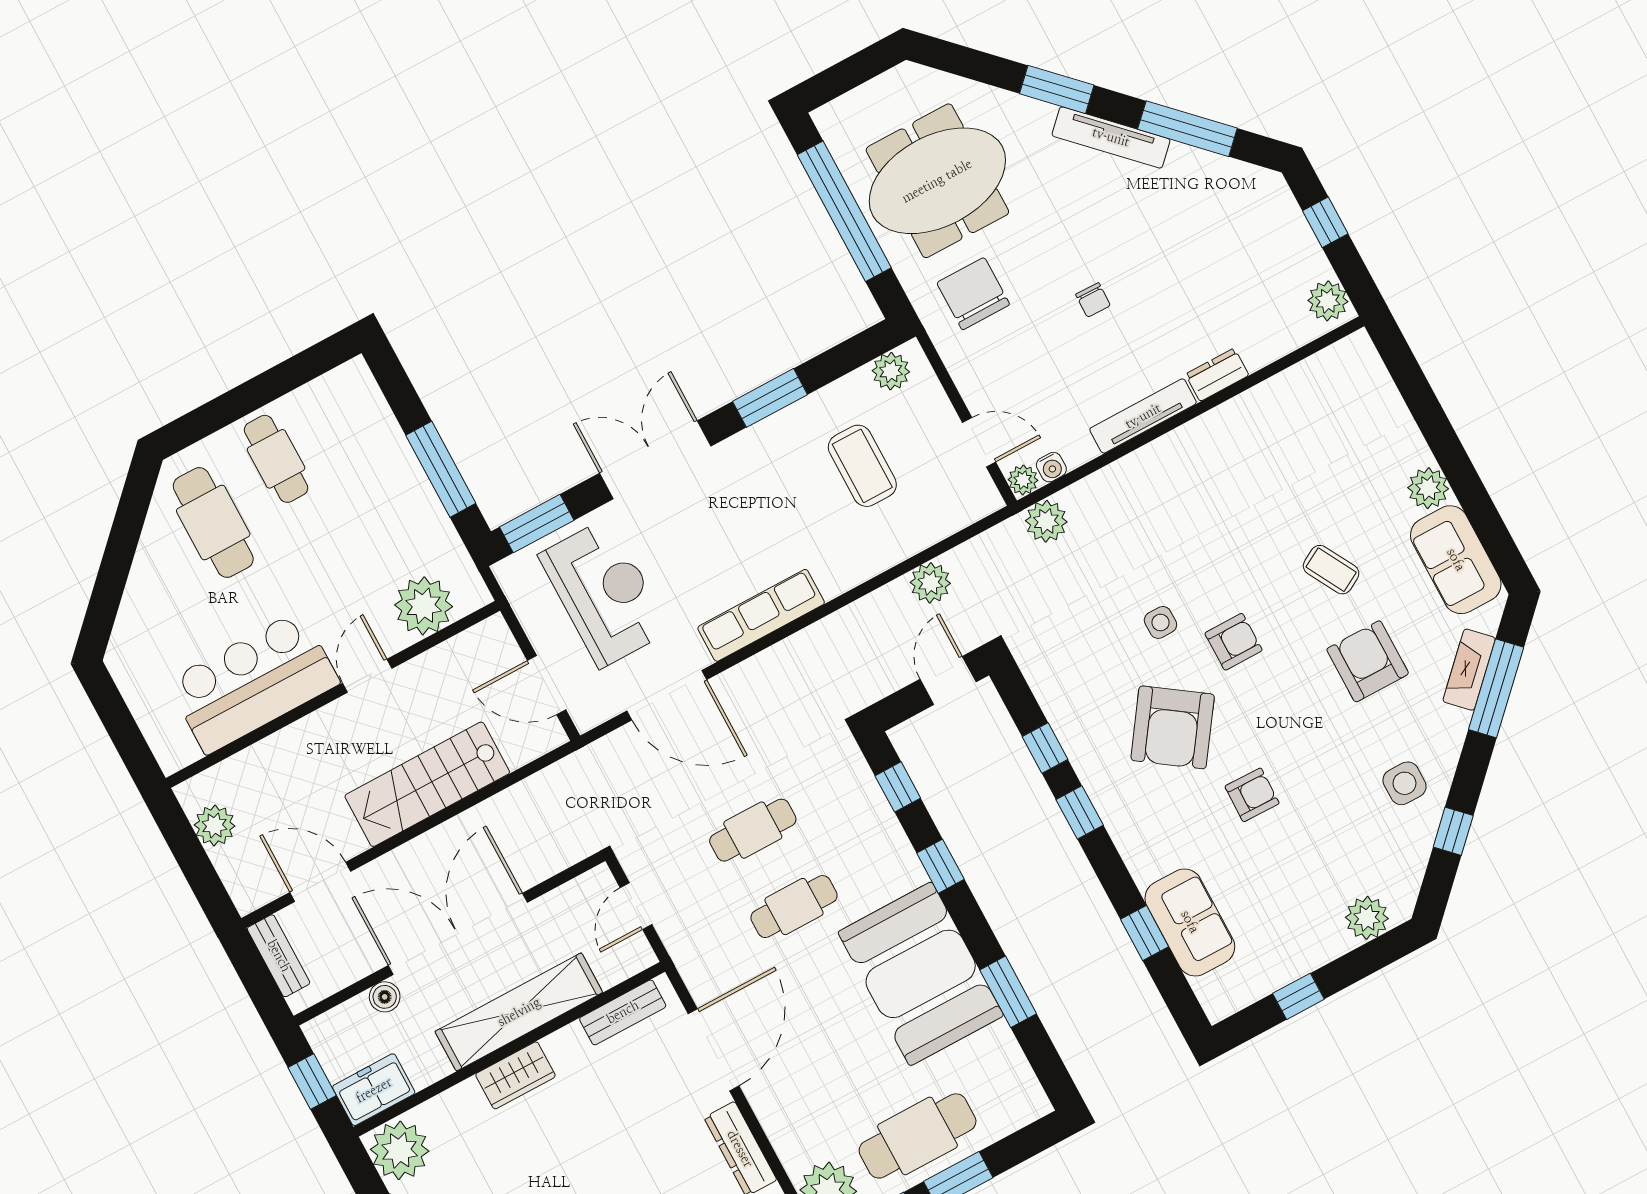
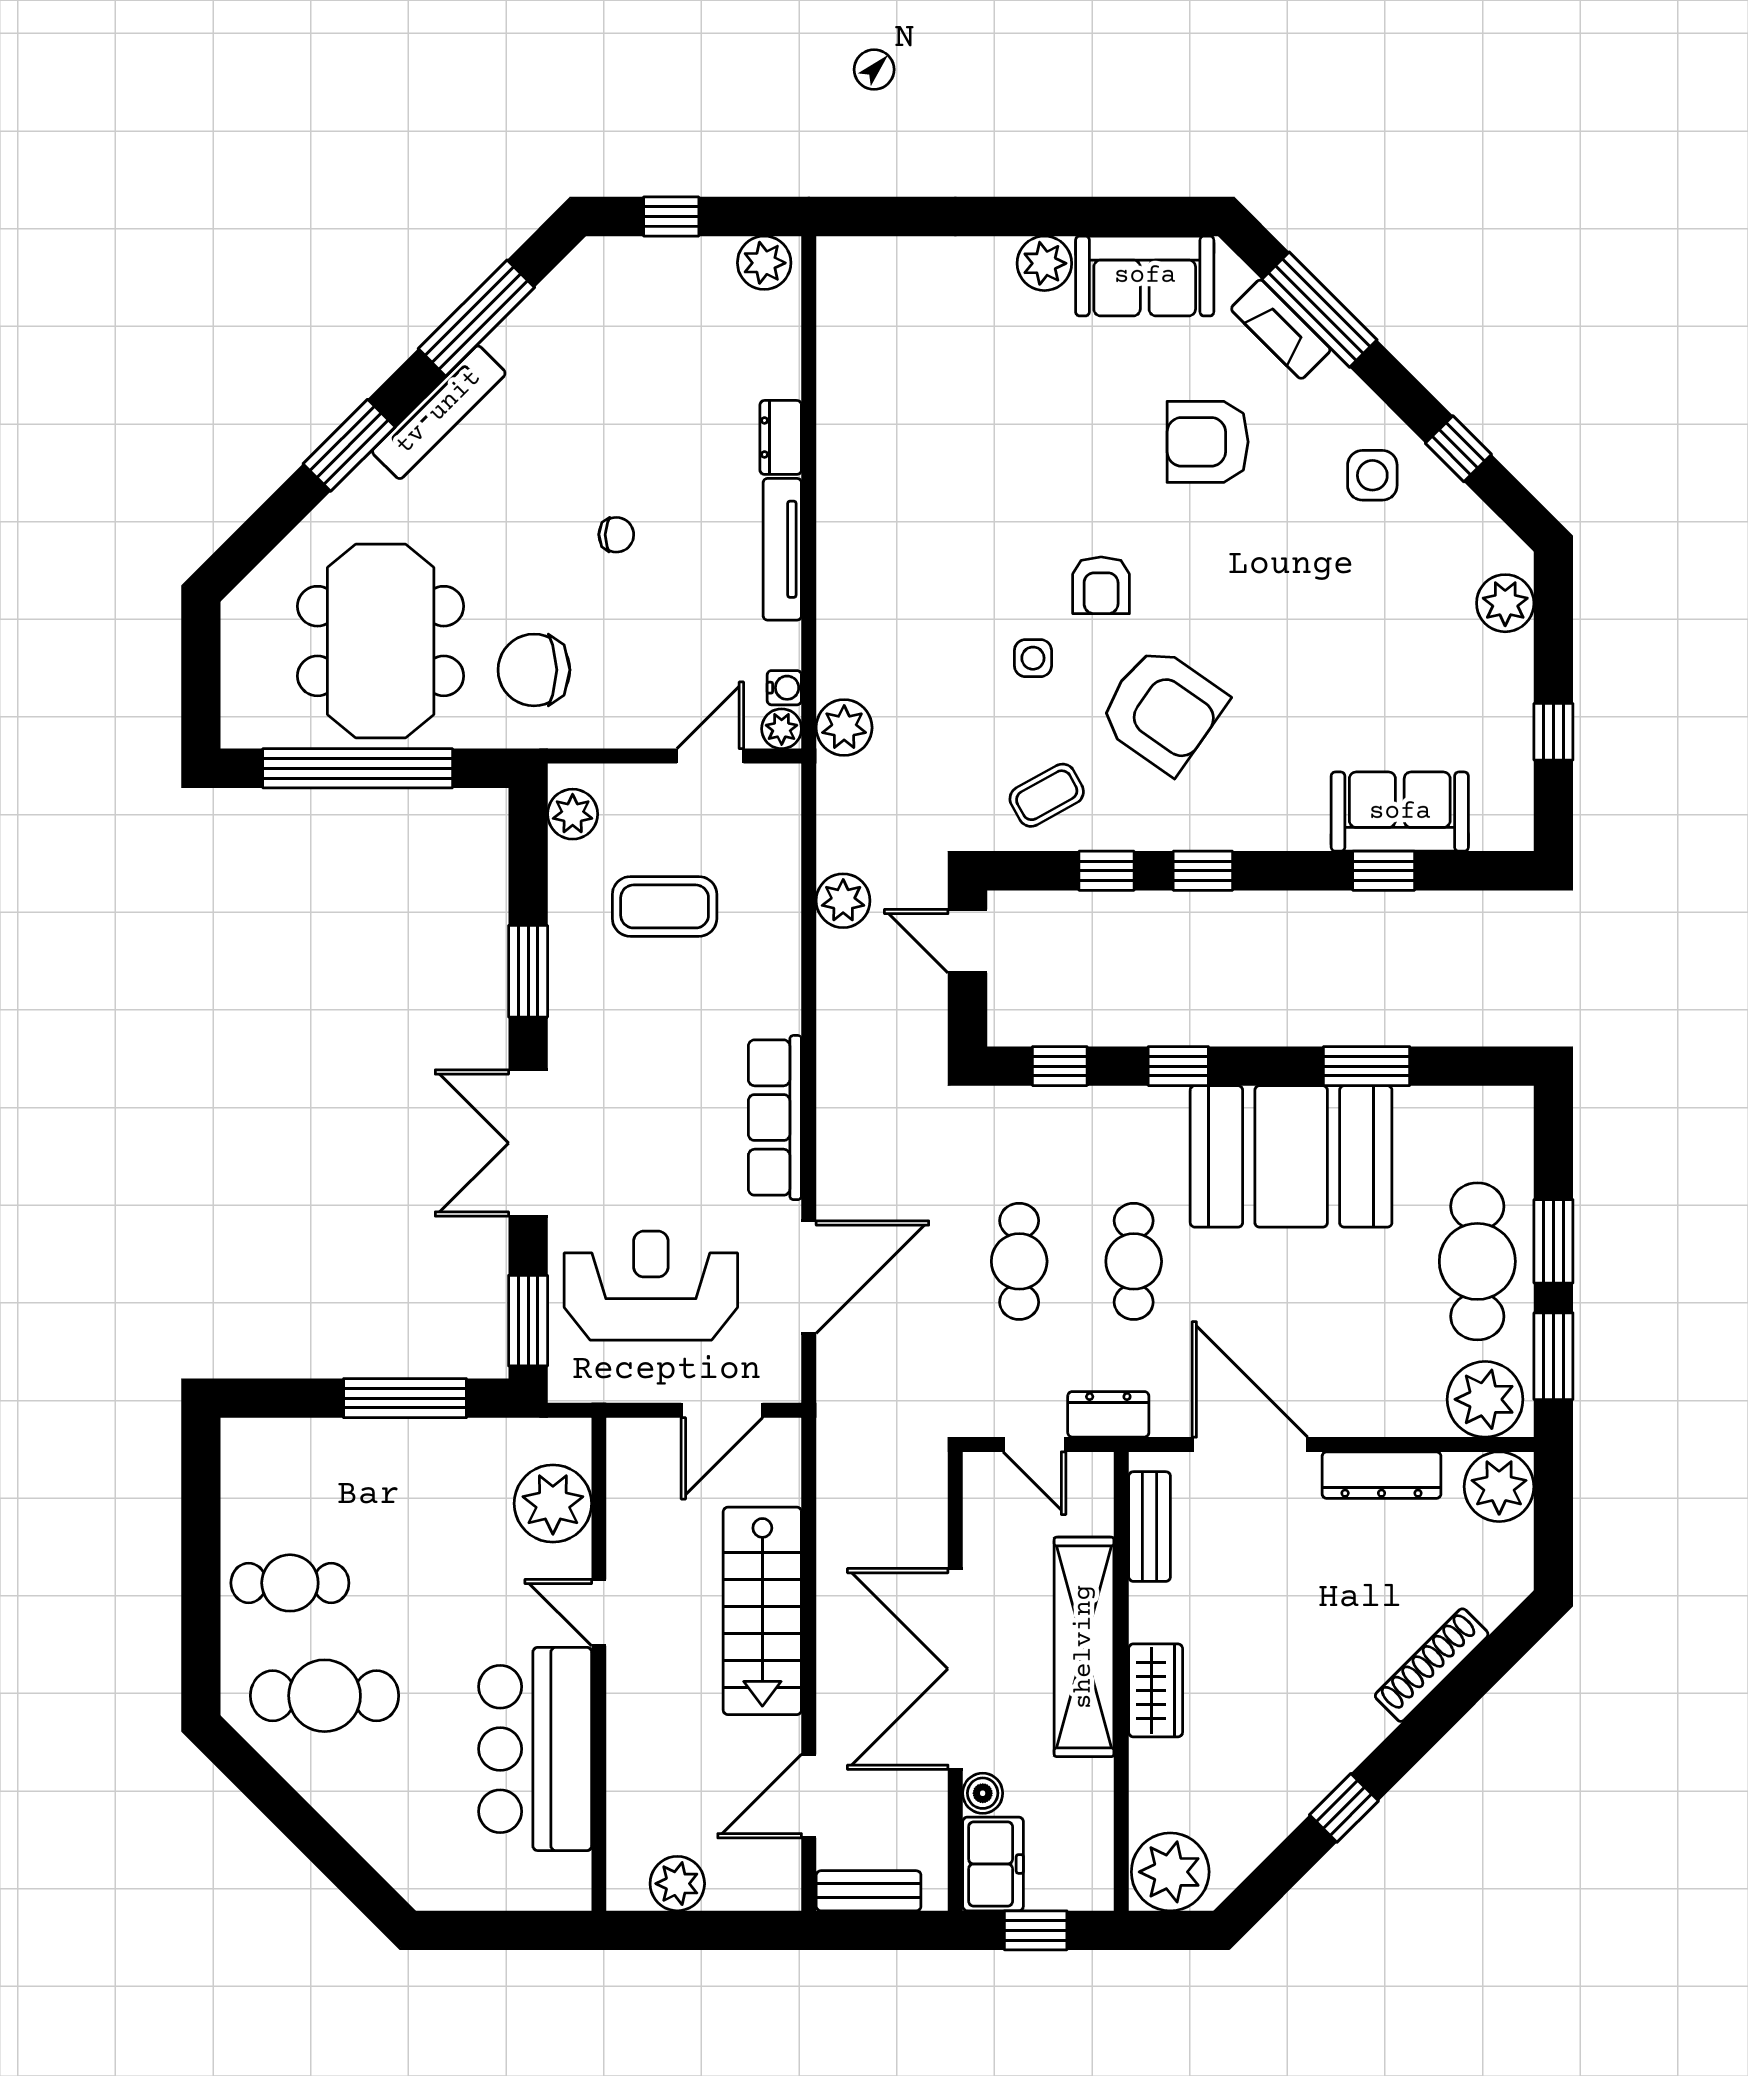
coffee table: (1331, 570) -> (1047, 795), moved
armchair: (1234, 642) -> (1101, 585), turned 180
armchair: (1252, 795) -> (1290, 660), removed
dresser: (683, 945) -> (1108, 1414), added
freezer: (374, 1090) -> (993, 1864), moved, turned 180

